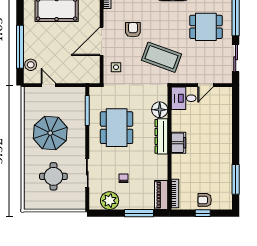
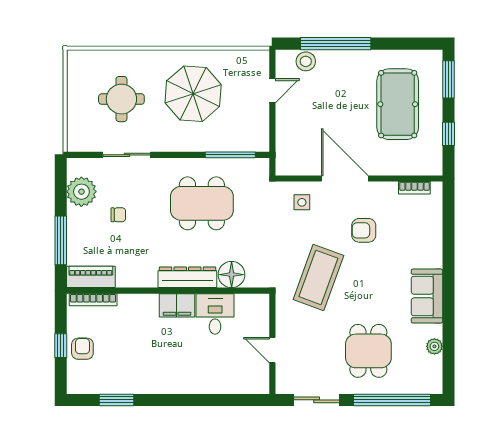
armchair: (133, 30) -> (364, 230), turned 180
desk: (184, 98) -> (215, 314), moved
window: (236, 179) -> (116, 400), width x0.69

